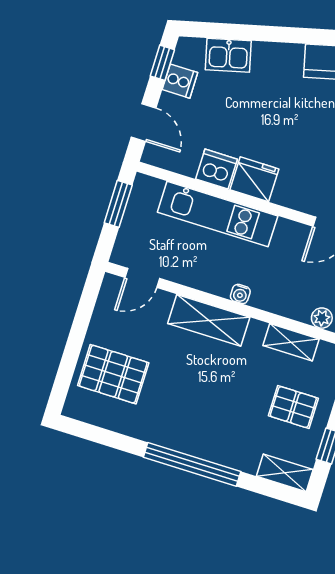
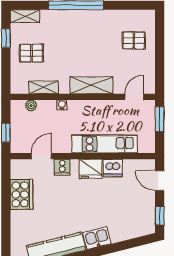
kitchen sink: (228, 55) -> (97, 238), moved
cooker: (180, 81) -> (62, 167), moved, turned -90
window: (118, 204) -> (160, 119), moved
water cooler: (240, 294) -> (62, 105), moved
pallet: (113, 374) -> (134, 40), width x0.67, depth x0.71

